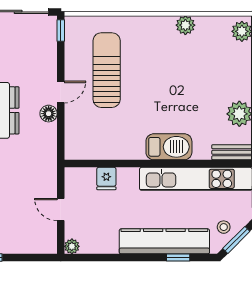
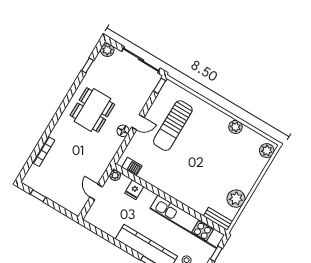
sun lounger: (107, 70) -> (173, 126), turned 180
barbecue: (169, 147) -> (132, 166), moved, width x0.53, depth x0.65
plant: (72, 246) -> (115, 175), moved

